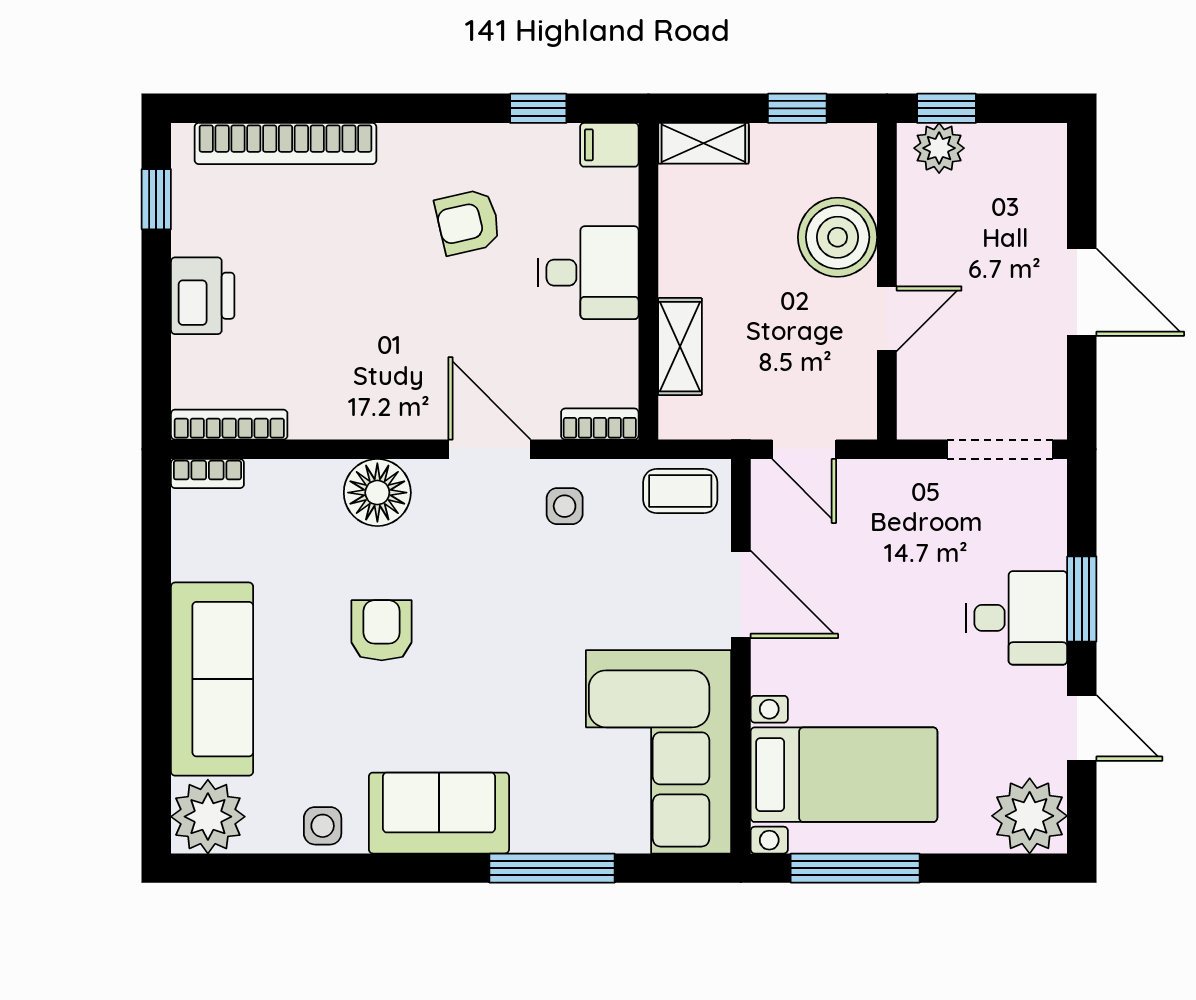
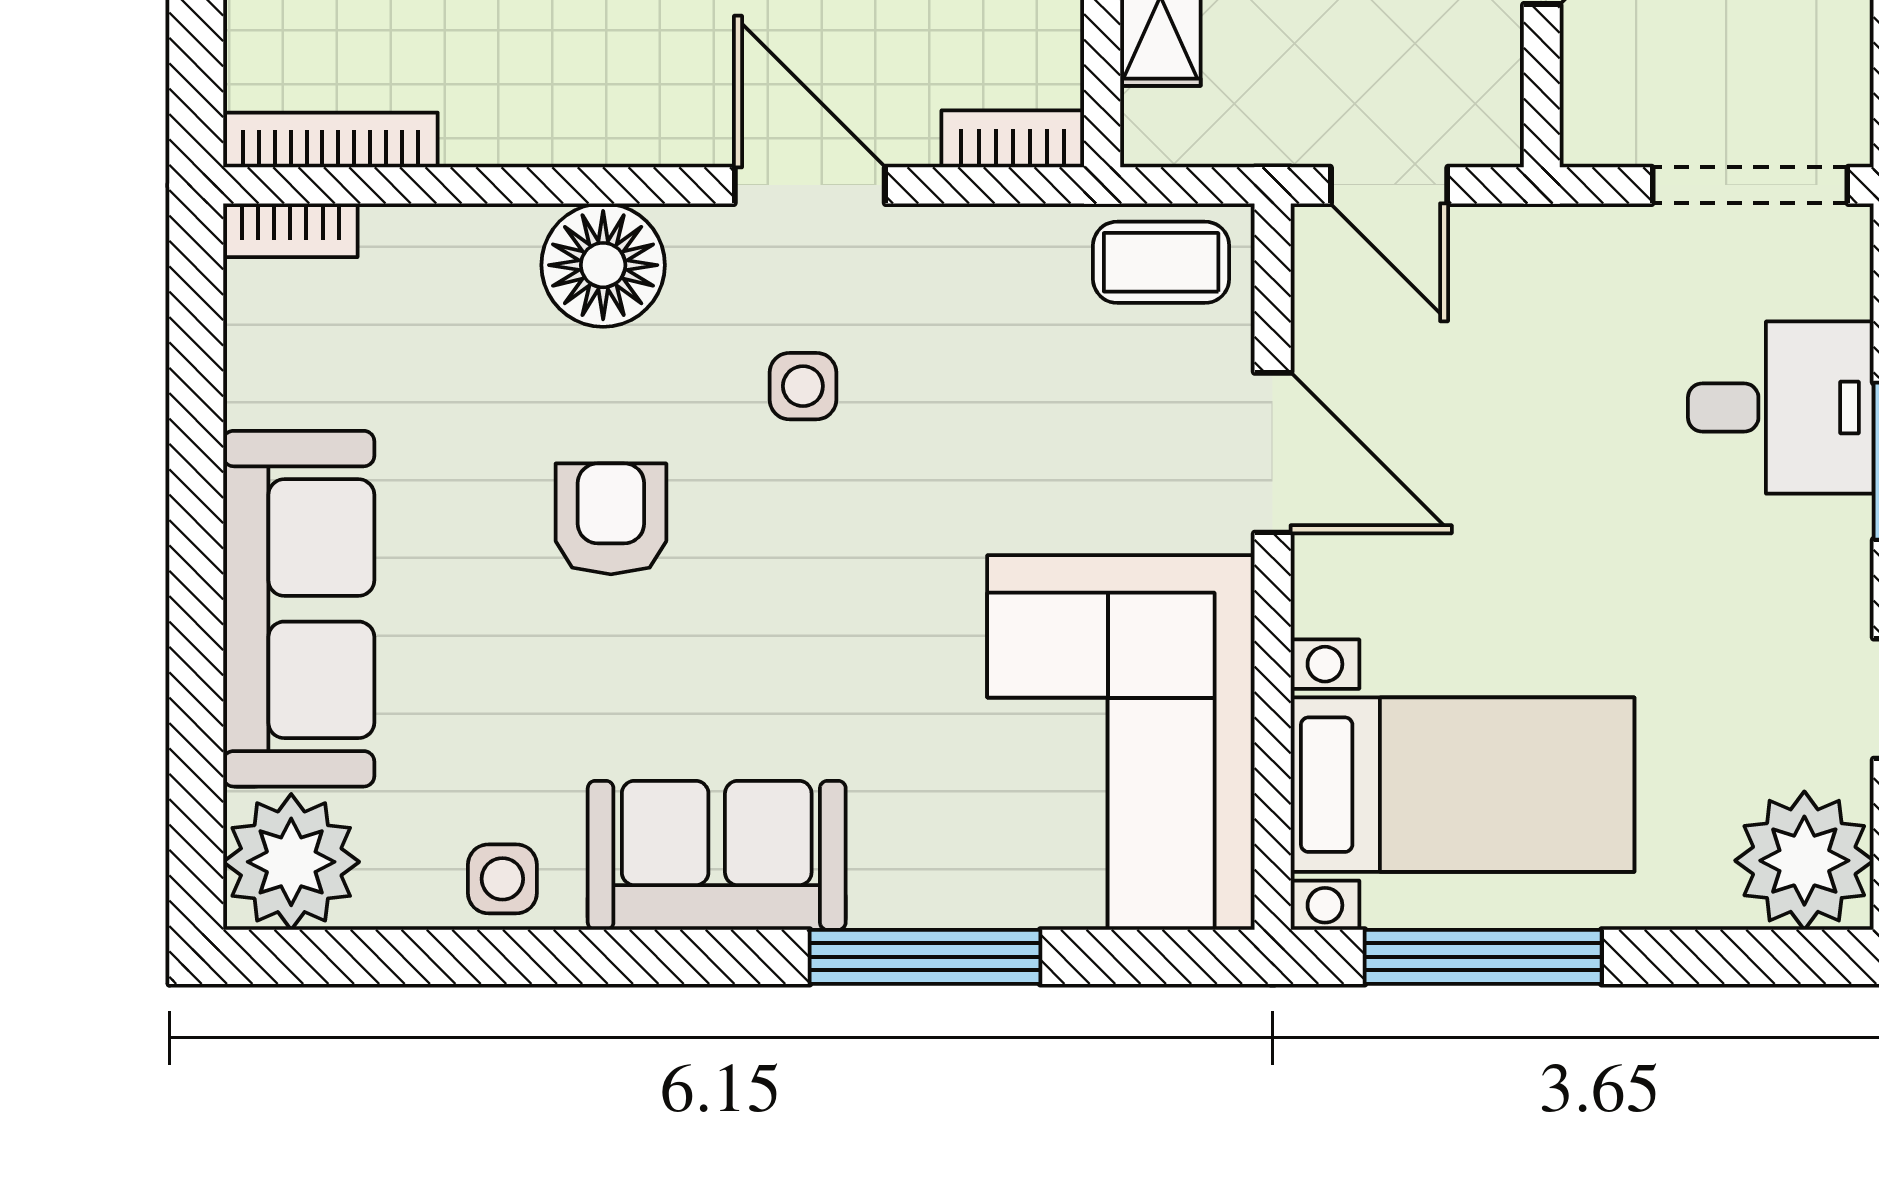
side table: (565, 506) -> (803, 386), moved
desk: (1017, 618) -> (1781, 408), moved

